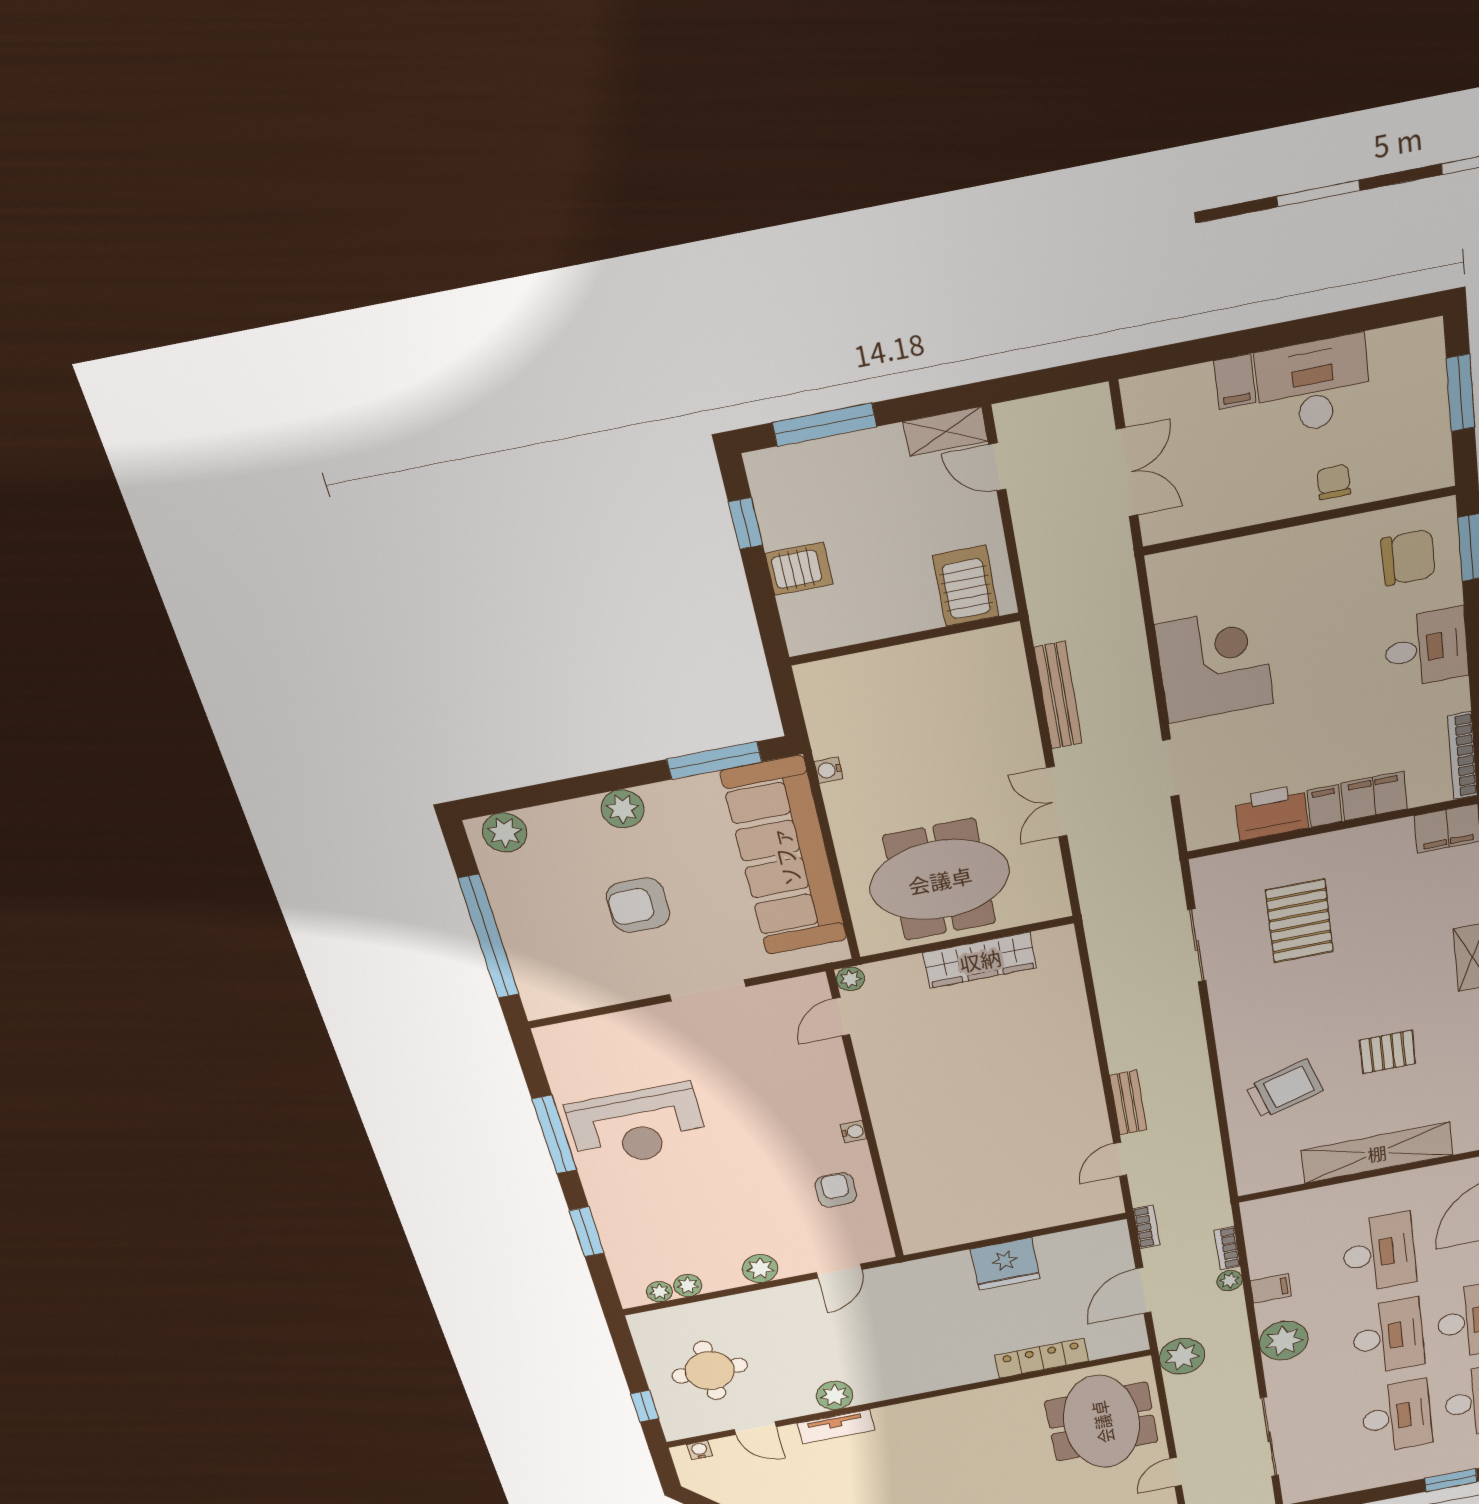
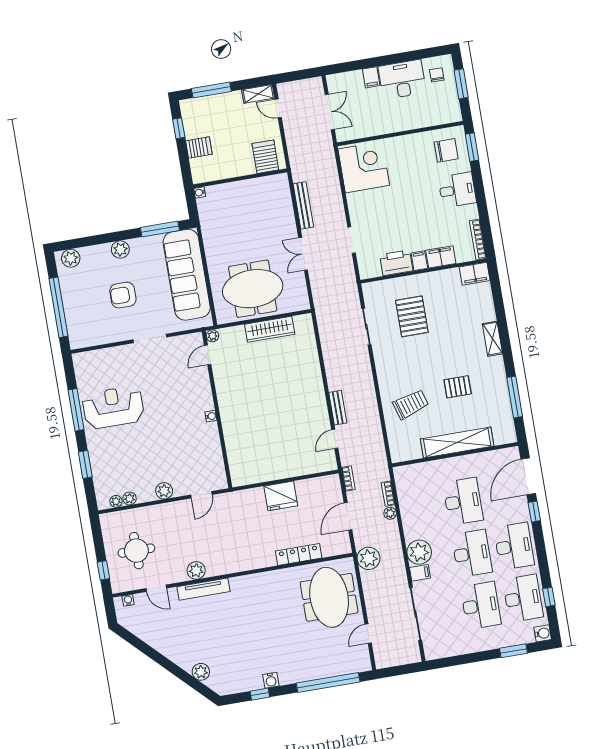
chair: (1334, 482) -> (437, 75), moved
corner desk: (1214, 664) -> (364, 167), moved
water cooler: (829, 770) -> (200, 192), moved
reception desk: (637, 1126) -> (113, 407), turned 180
armchair: (836, 1190) -> (202, 448), removed
filing cabinet: (1271, 1288) -> (420, 573), moved
tv unit: (836, 1427) -> (203, 589), width x1.41

